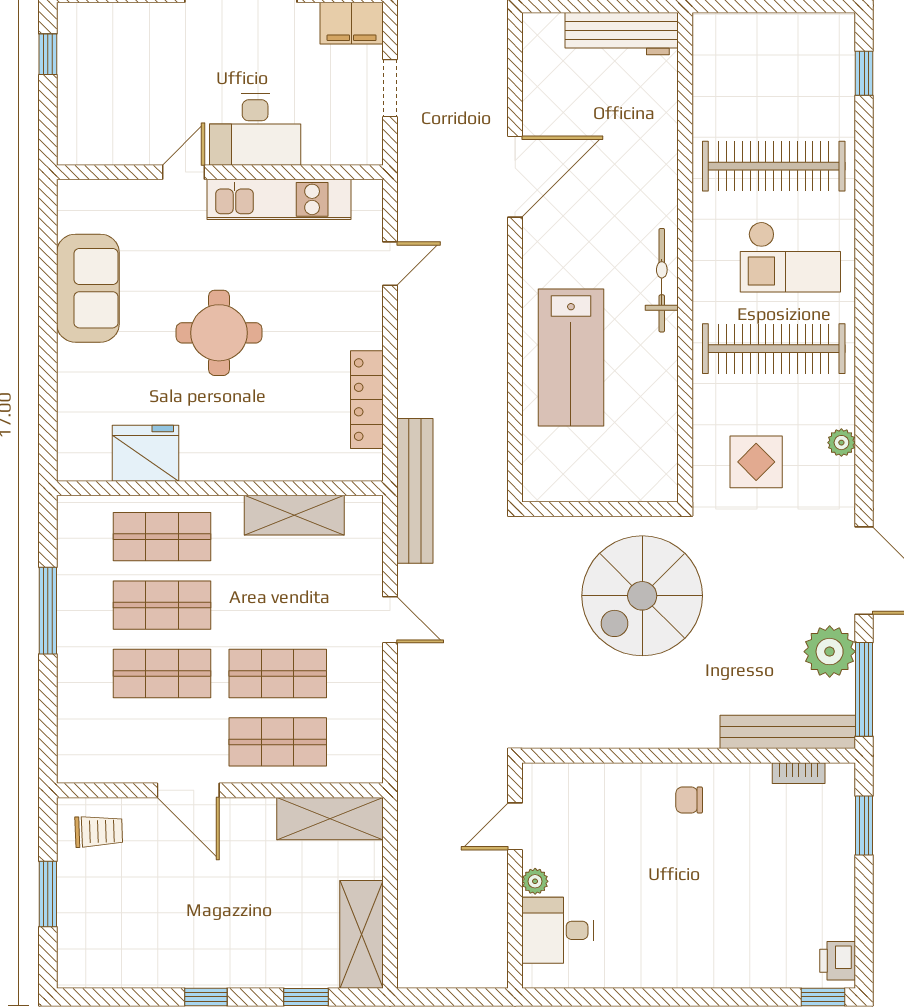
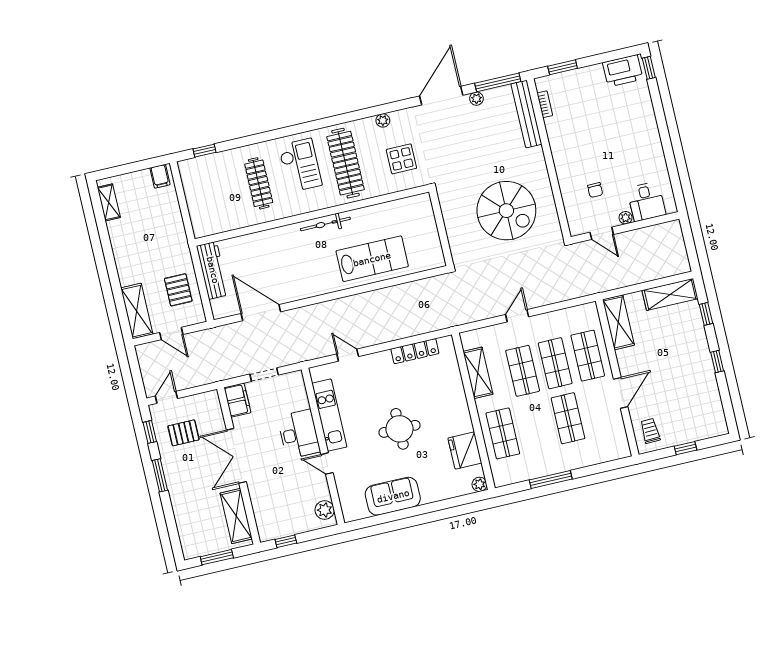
plant: (92, 146) -> (325, 510), added
clothes rail: (774, 166) -> (259, 183), width x0.73, depth x0.76
door: (515, 177) -> (261, 313), moved
plant: (71, 466) -> (479, 484), added
bench: (415, 491) -> (453, 318), removed
spiral stairs: (642, 596) -> (506, 211), moved
shop shelf: (162, 605) -> (523, 371), moved
plant: (830, 652) -> (476, 99), width x0.53, depth x0.53
chair: (689, 800) -> (595, 190), moved
window: (48, 894) -> (686, 448), width x0.67
printer: (838, 961) -> (623, 71), width x1.87, depth x1.48

